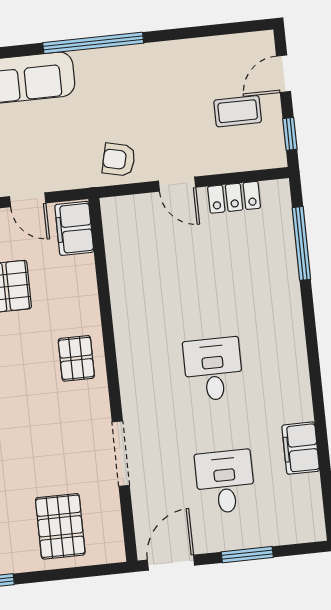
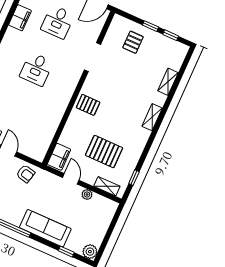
pallet: (76, 358) -> (88, 105), turned 90
pallet: (60, 526) -> (133, 42), width x0.67, depth x0.71
window: (45, 576) -> (150, 26), added

